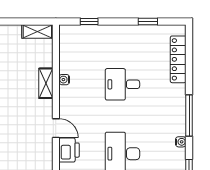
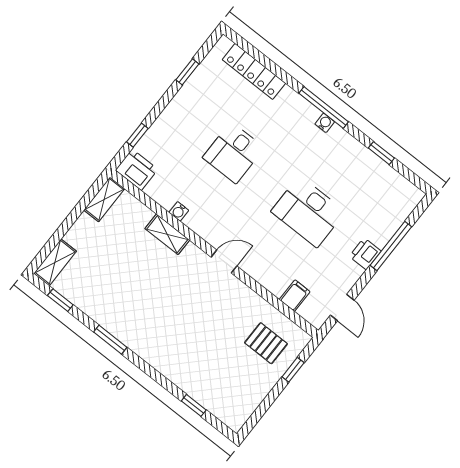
water cooler: (181, 142) -> (325, 123), moved
printer: (69, 150) -> (137, 170), moved

